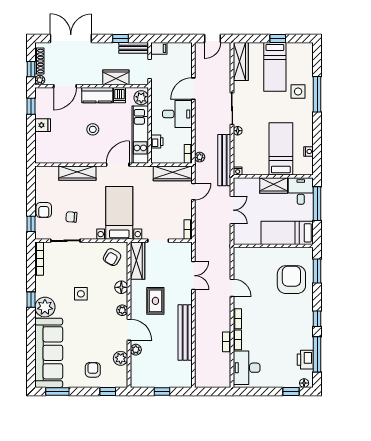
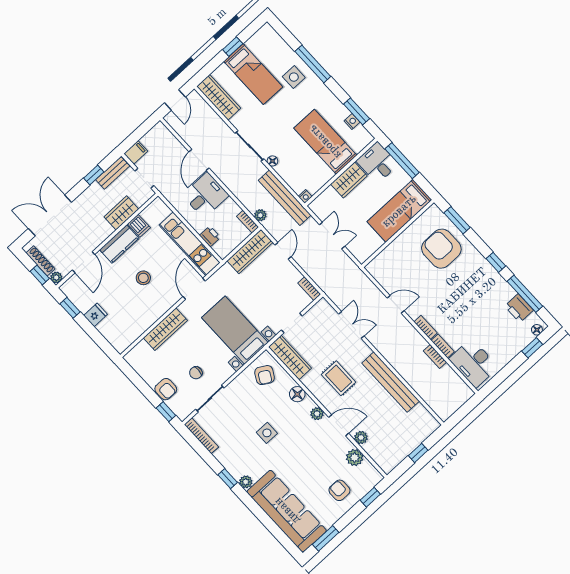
plant: (141, 98) -> (160, 210), removed
window: (317, 148) -> (357, 111), added
plant: (45, 307) -> (246, 482), width x0.53, depth x0.53

